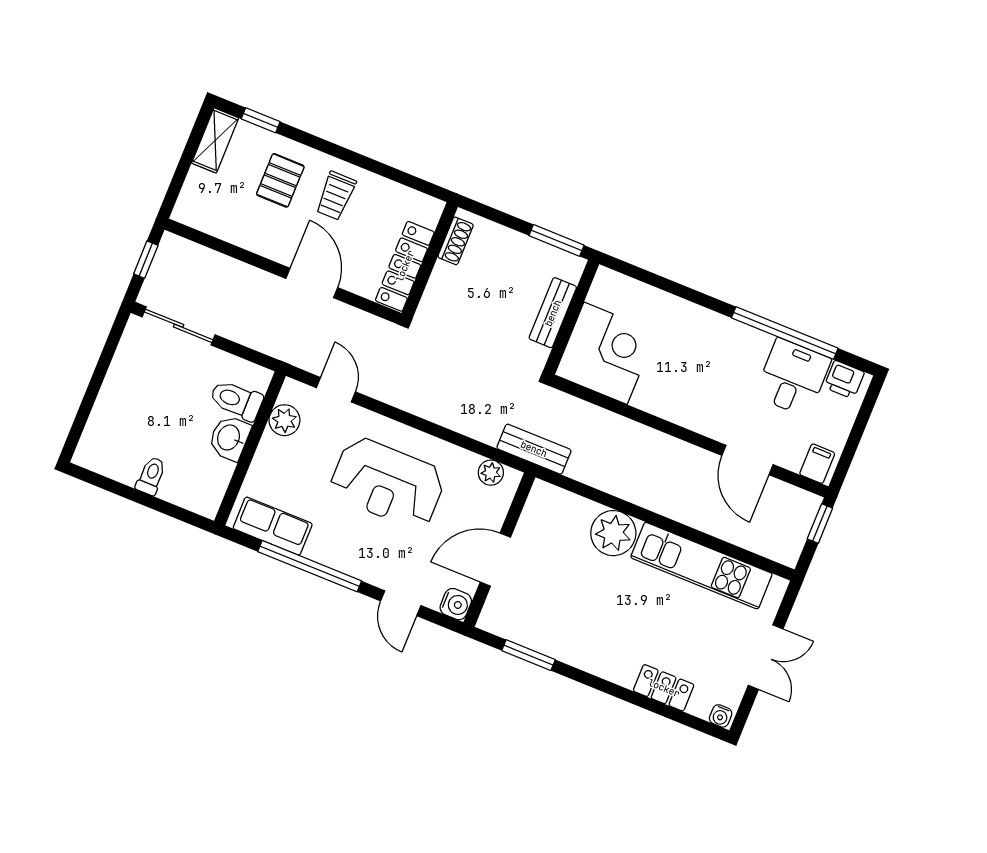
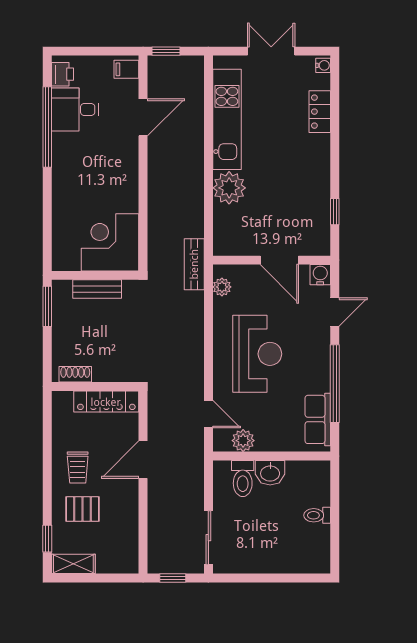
trolley: (336, 196) -> (78, 467), turned 90
door: (336, 390) -> (208, 414), swing flipped
window: (529, 655) -> (335, 212), width x0.67

